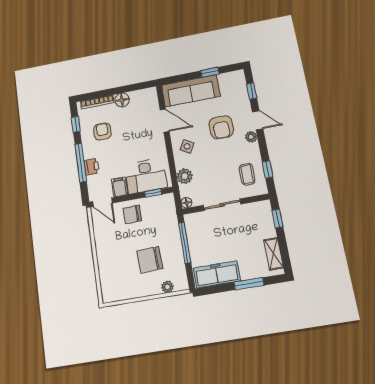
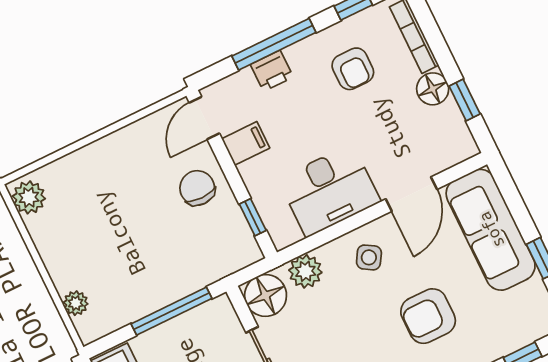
window: (131, 88) -> (465, 100), added
armchair: (102, 131) -> (353, 69), turned 90
desk: (146, 176) -> (329, 190), moved, turned -90
floor lamp: (186, 203) -> (266, 295), width x1.89, depth x1.89
chair: (150, 260) -> (117, 252), removed
plant: (112, 294) -> (29, 197), added

